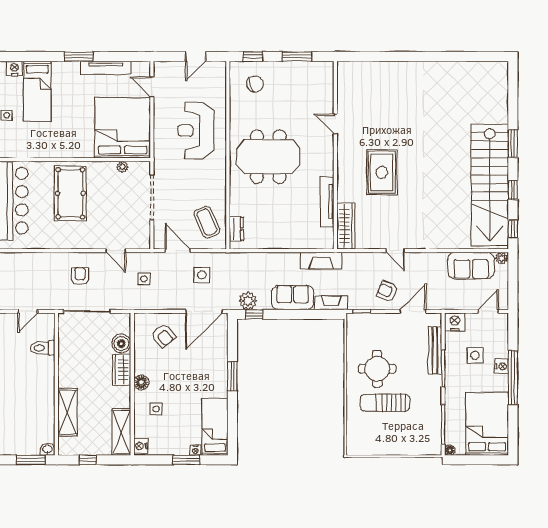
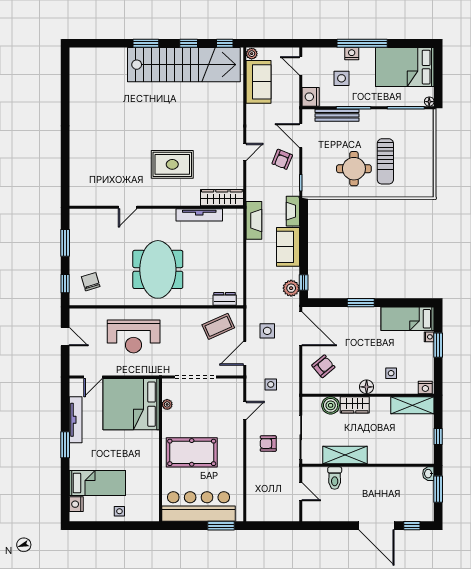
shelving: (67, 412) -> (345, 455), moved

